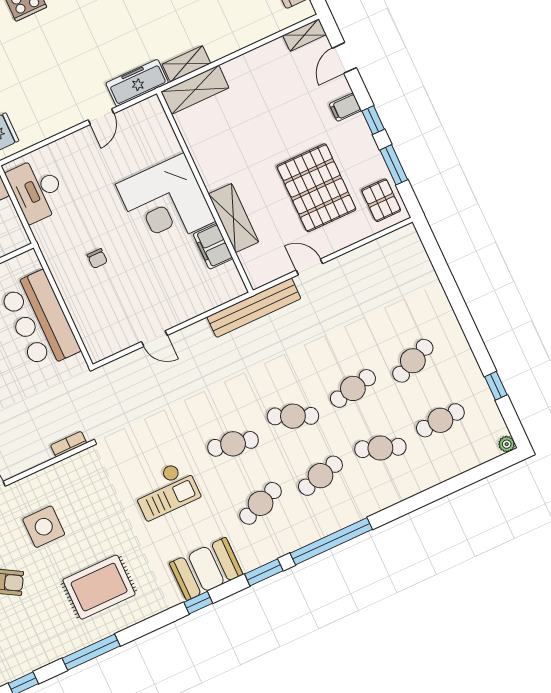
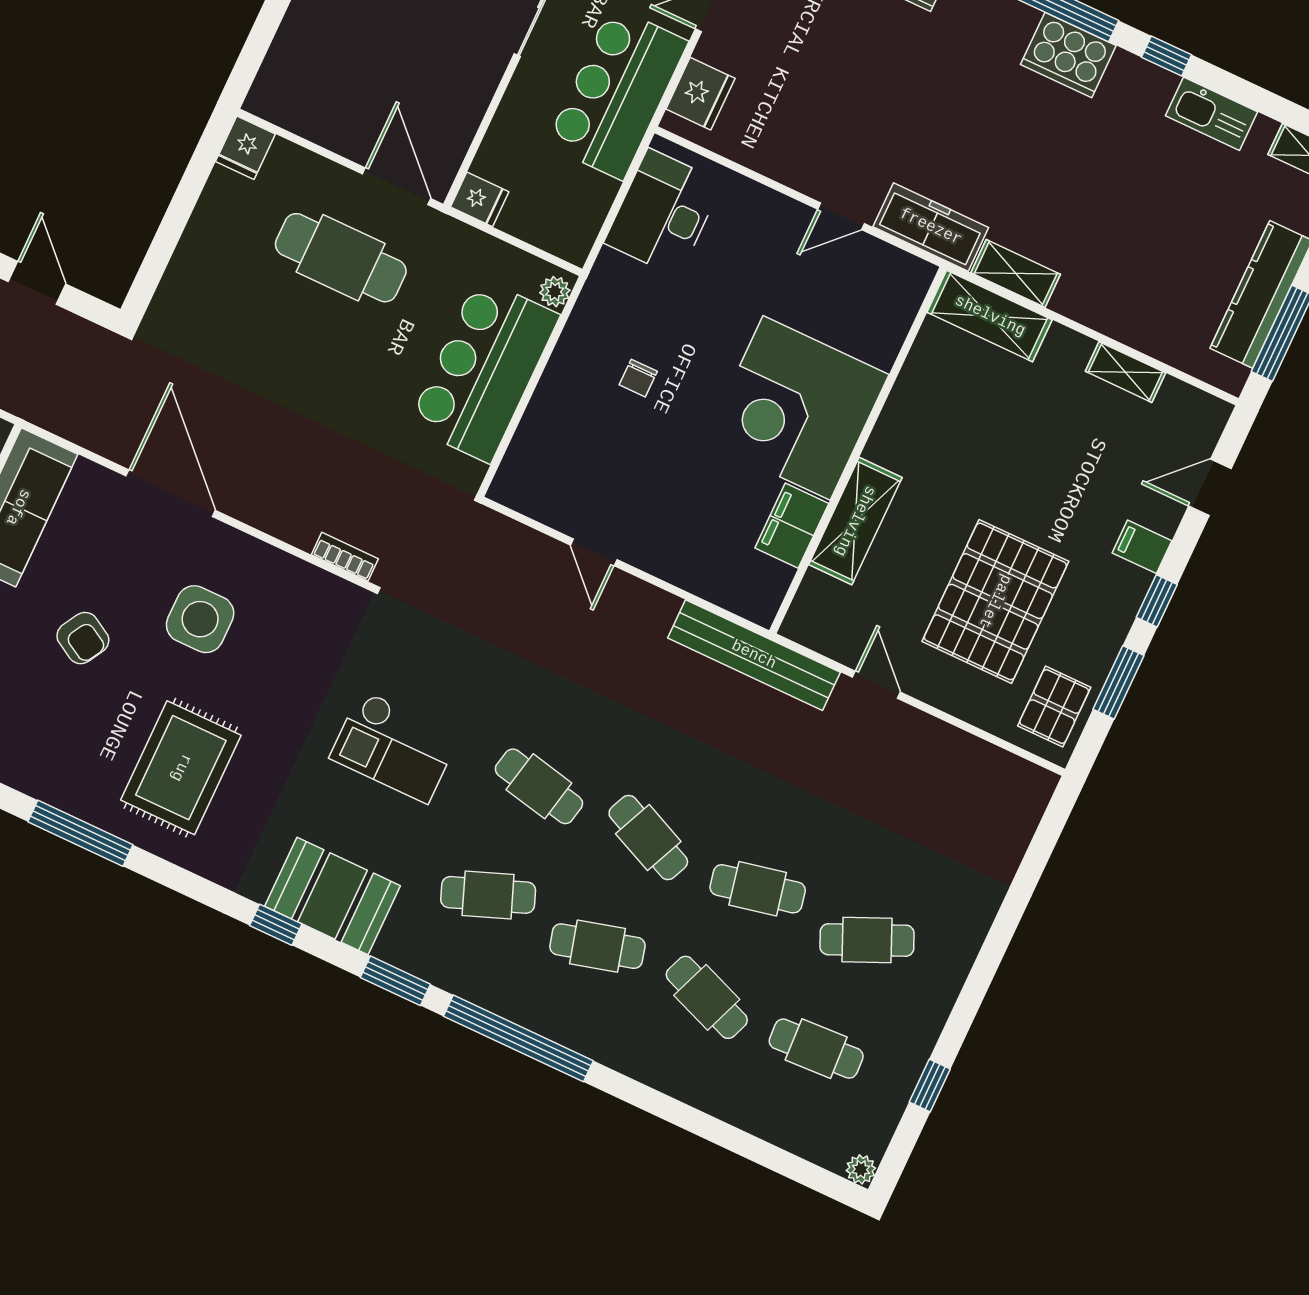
shelving: (305, 35) -> (1125, 372), moved
plant: (32, 263) -> (555, 292), added
rug: (99, 587) -> (181, 768), turned 90

